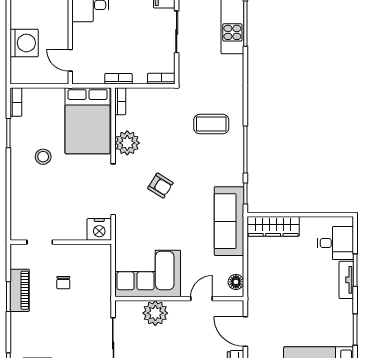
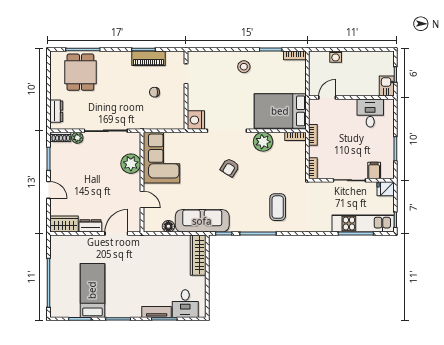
washing machine: (24, 43) -> (336, 57), width x0.53, depth x0.53
stool: (43, 157) -> (244, 67), moved
floor lamp: (236, 282) -> (168, 226), moved

